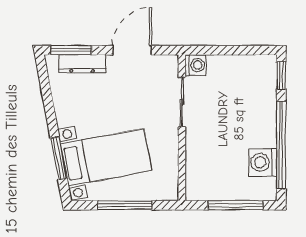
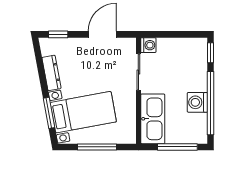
window: (71, 50) -> (58, 34), width x0.67
dresser: (82, 64) -> (52, 73), moved, turned -100
washing machine: (263, 162) -> (197, 102), moved
kitchen sink: (202, 166) -> (153, 119), added

